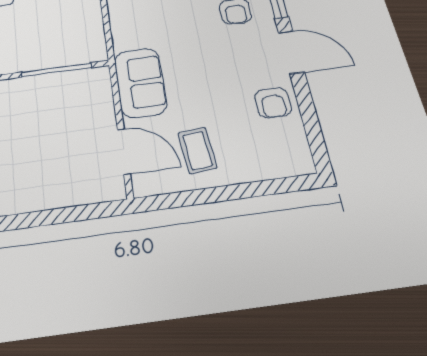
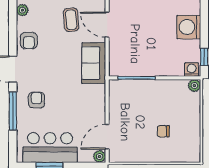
armchair: (273, 103) -> (29, 41), turned 180
plant: (300, 154) -> (22, 10), added

